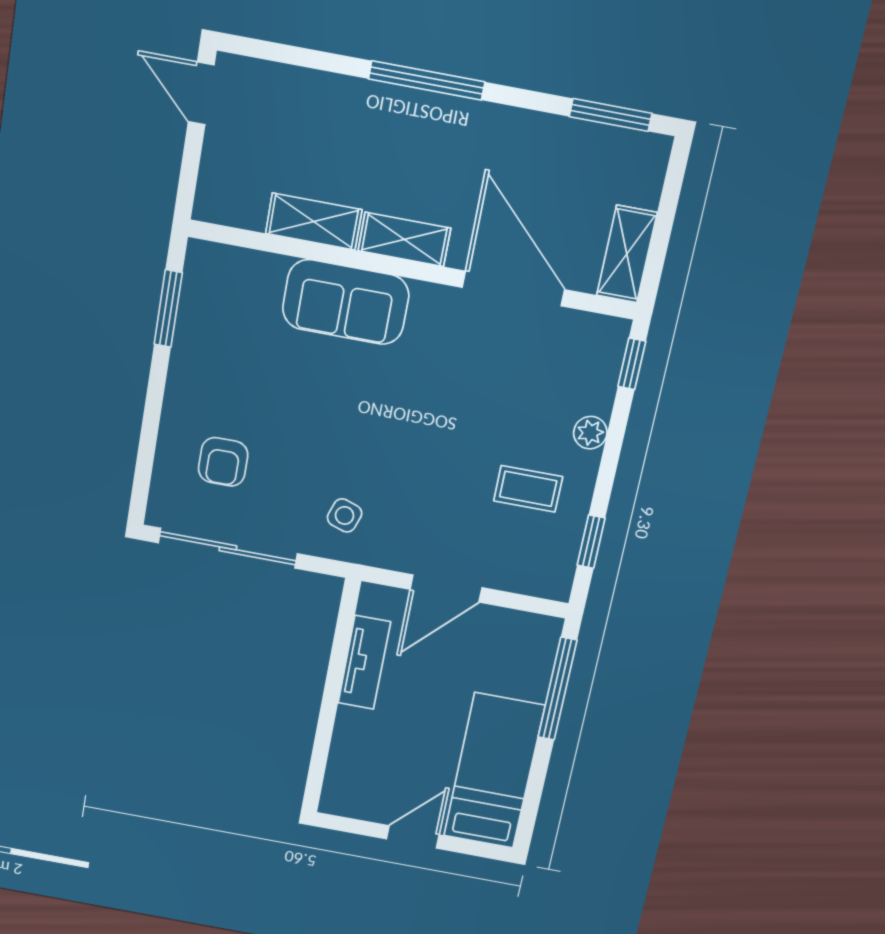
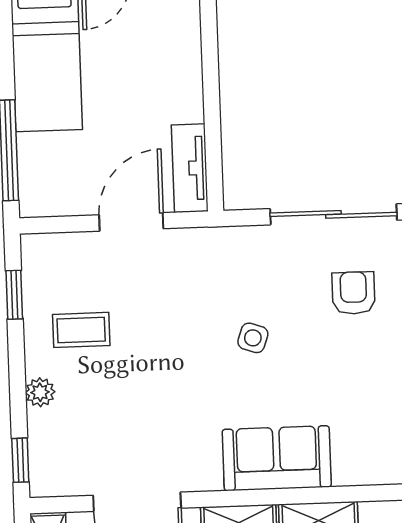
side table: (345, 515) -> (253, 338), moved
tv unit: (364, 663) -> (190, 168), moved

